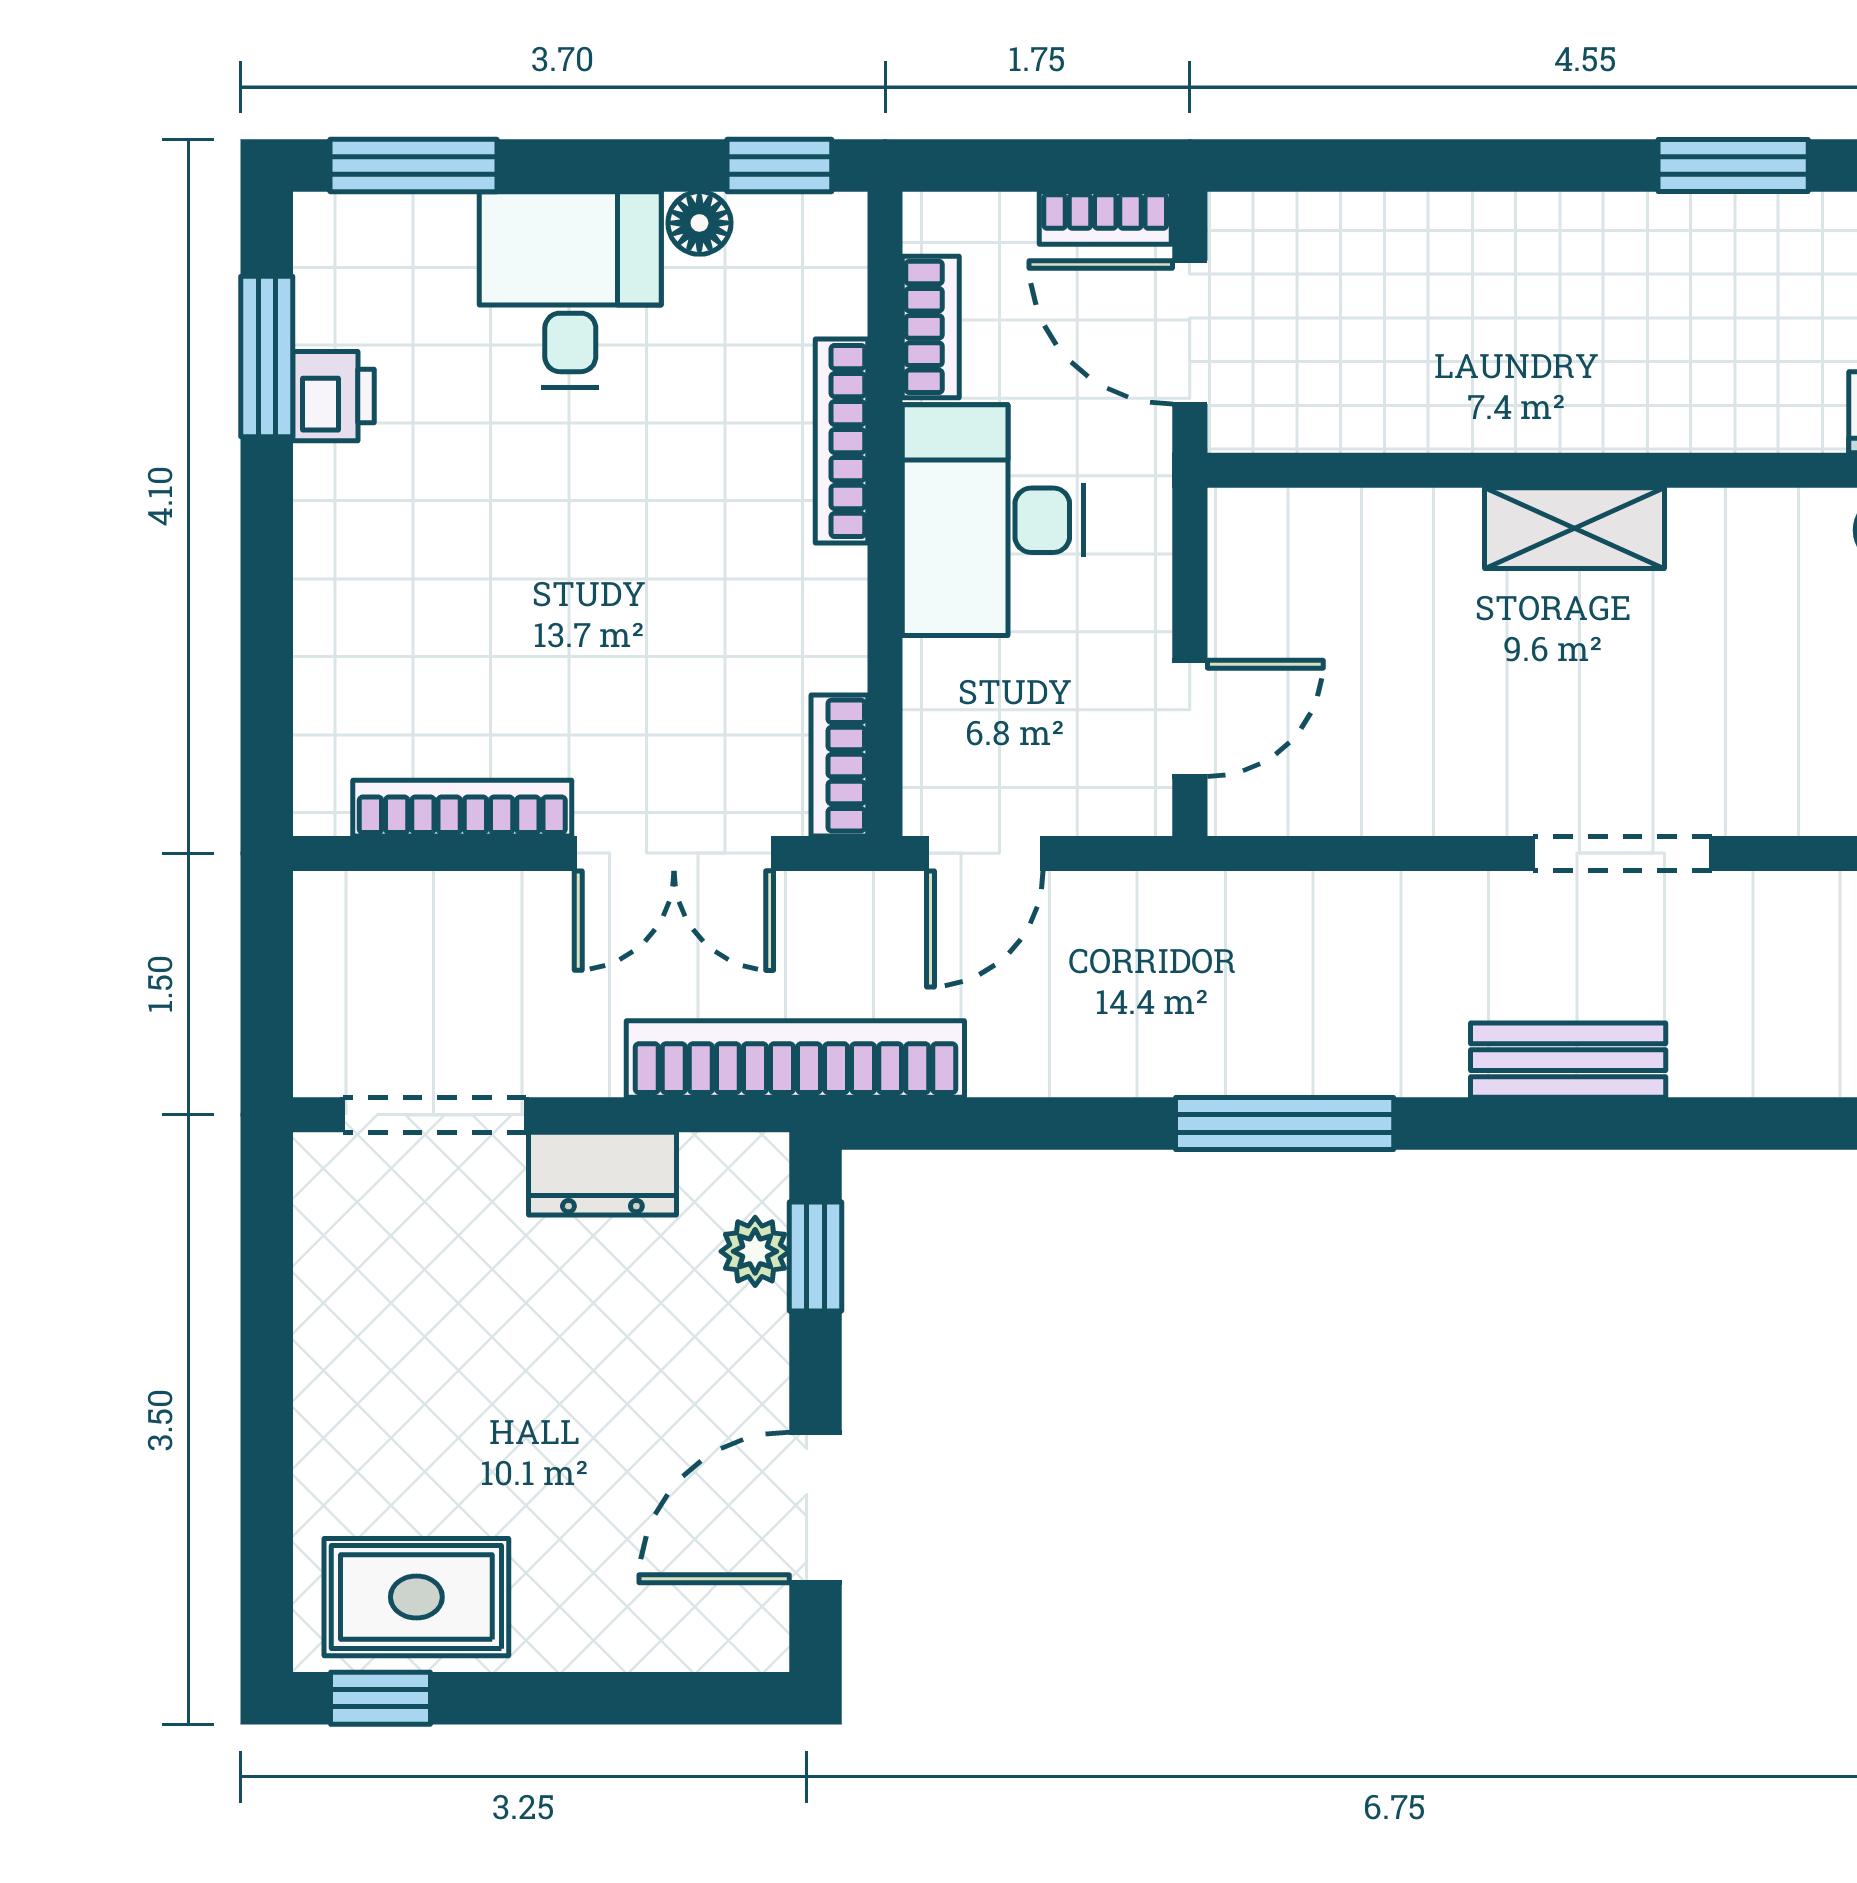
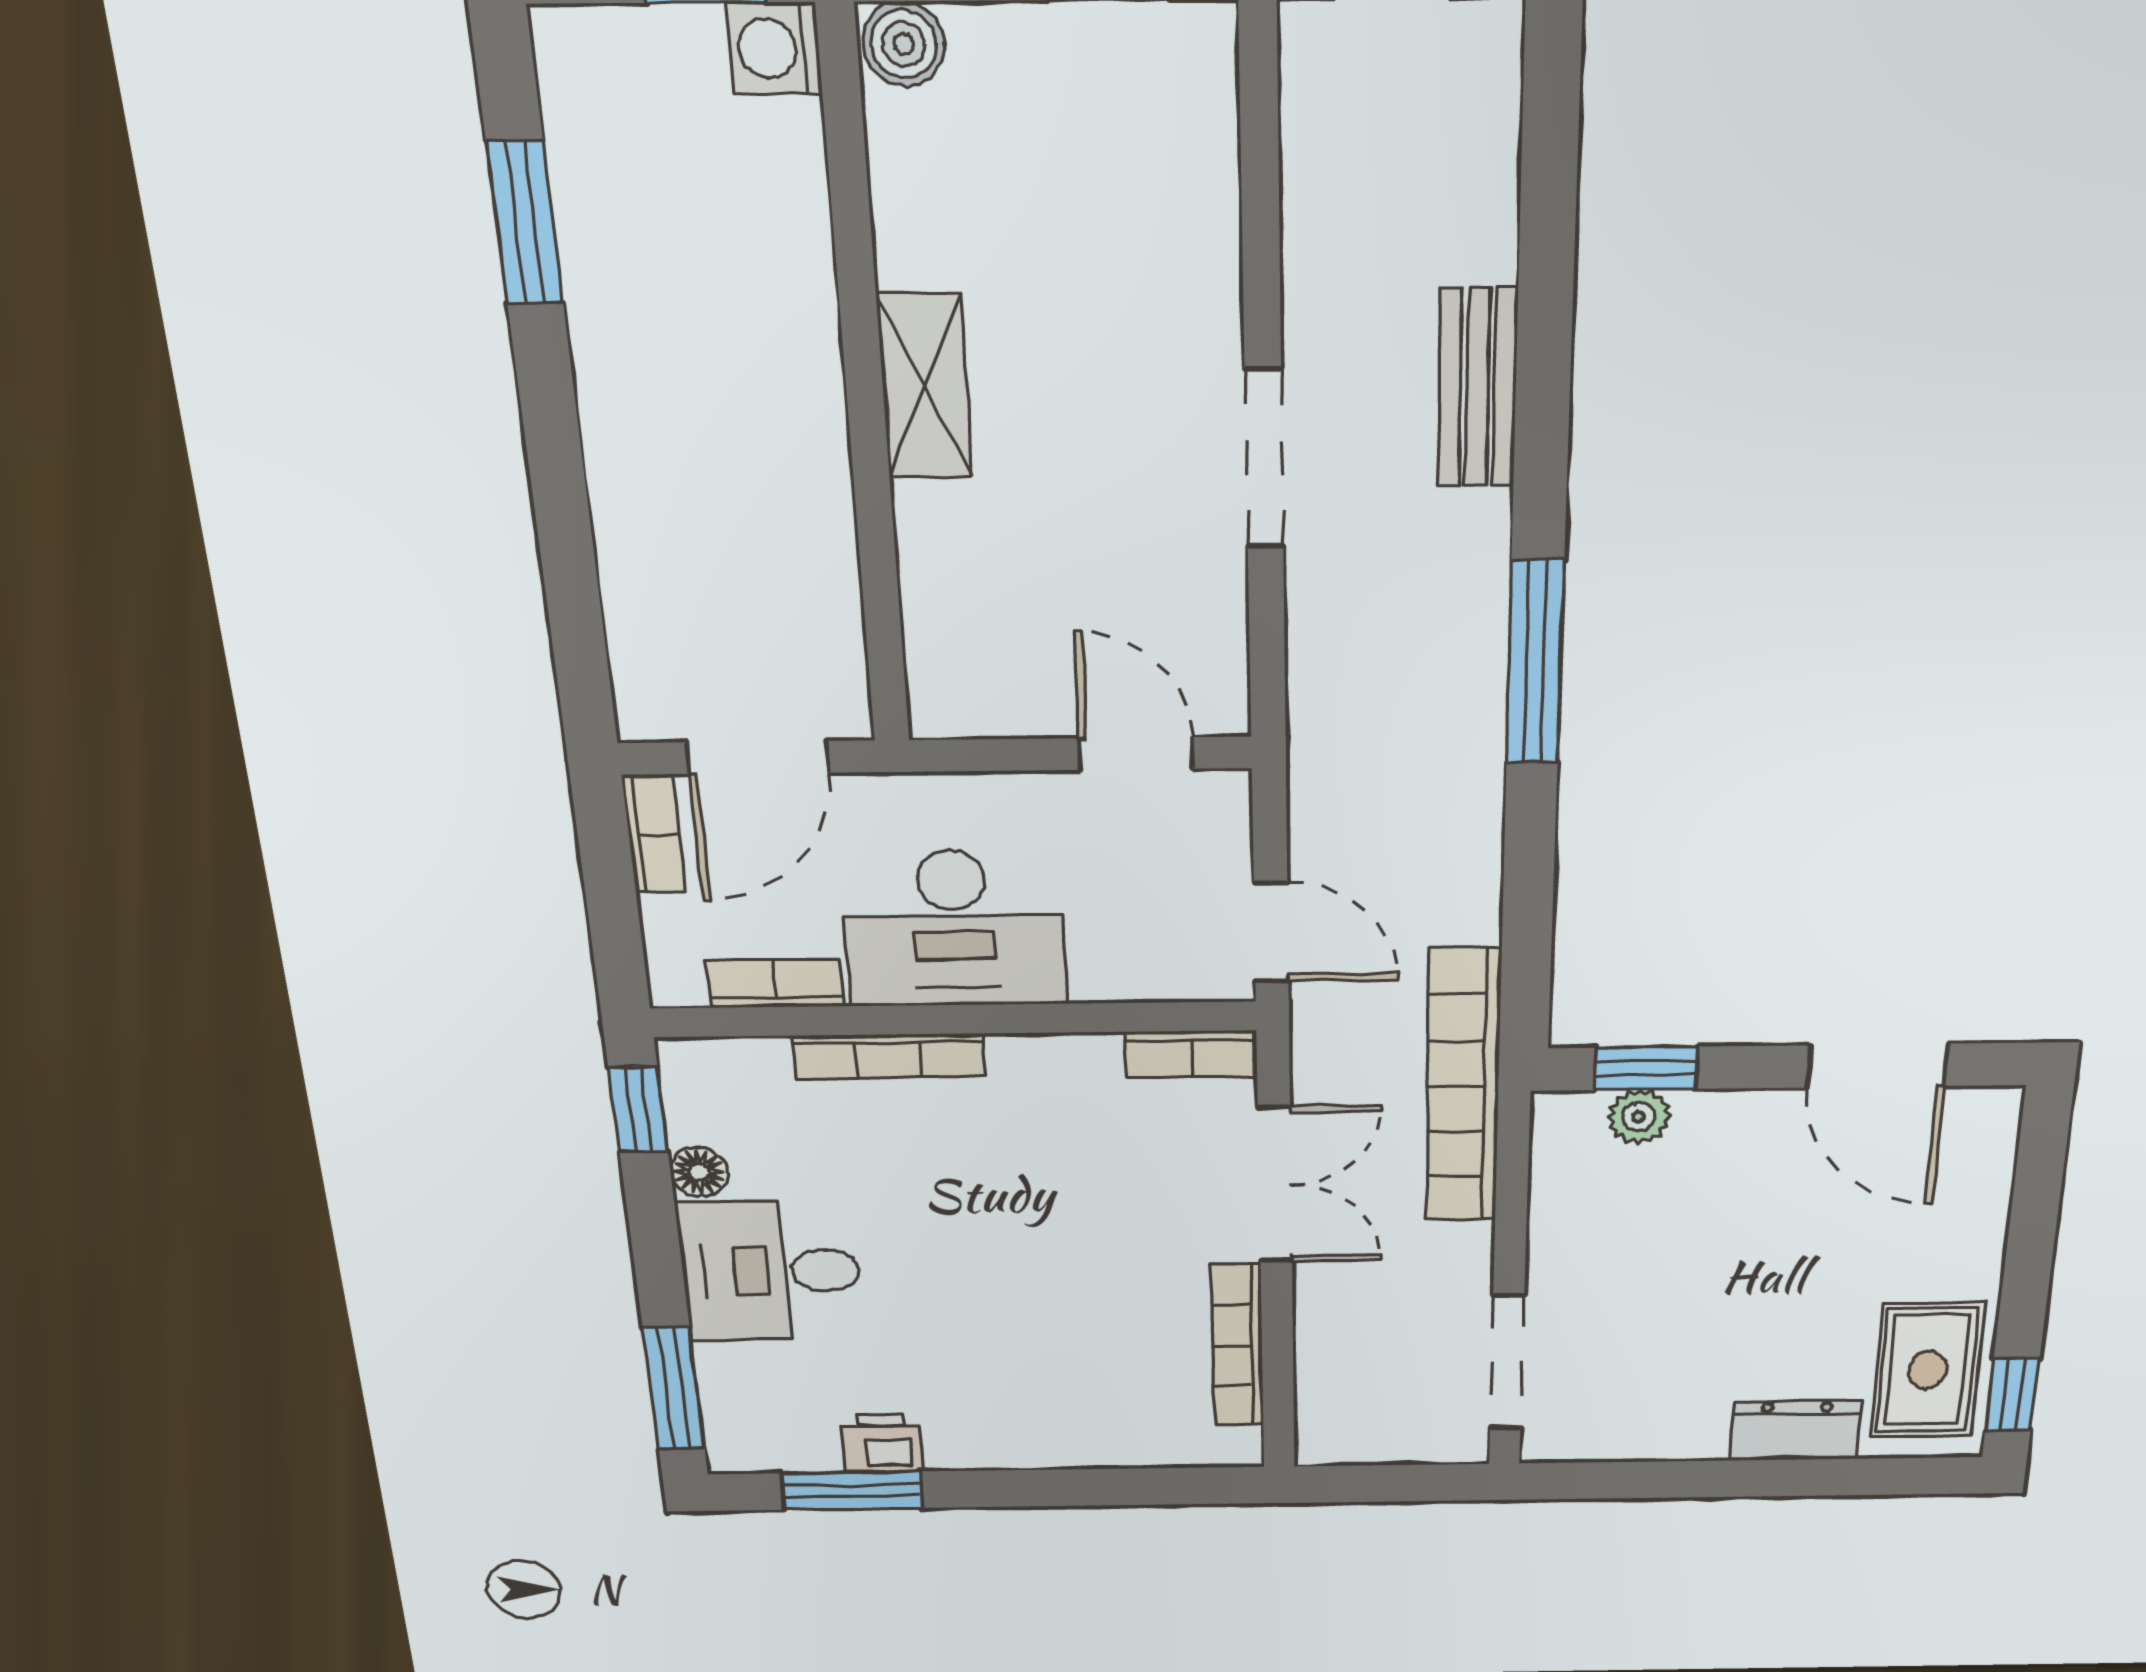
doorway: (1622, 853) -> (1264, 459), moved
dresser: (602, 1174) -> (1796, 1430), moved, turned -90

